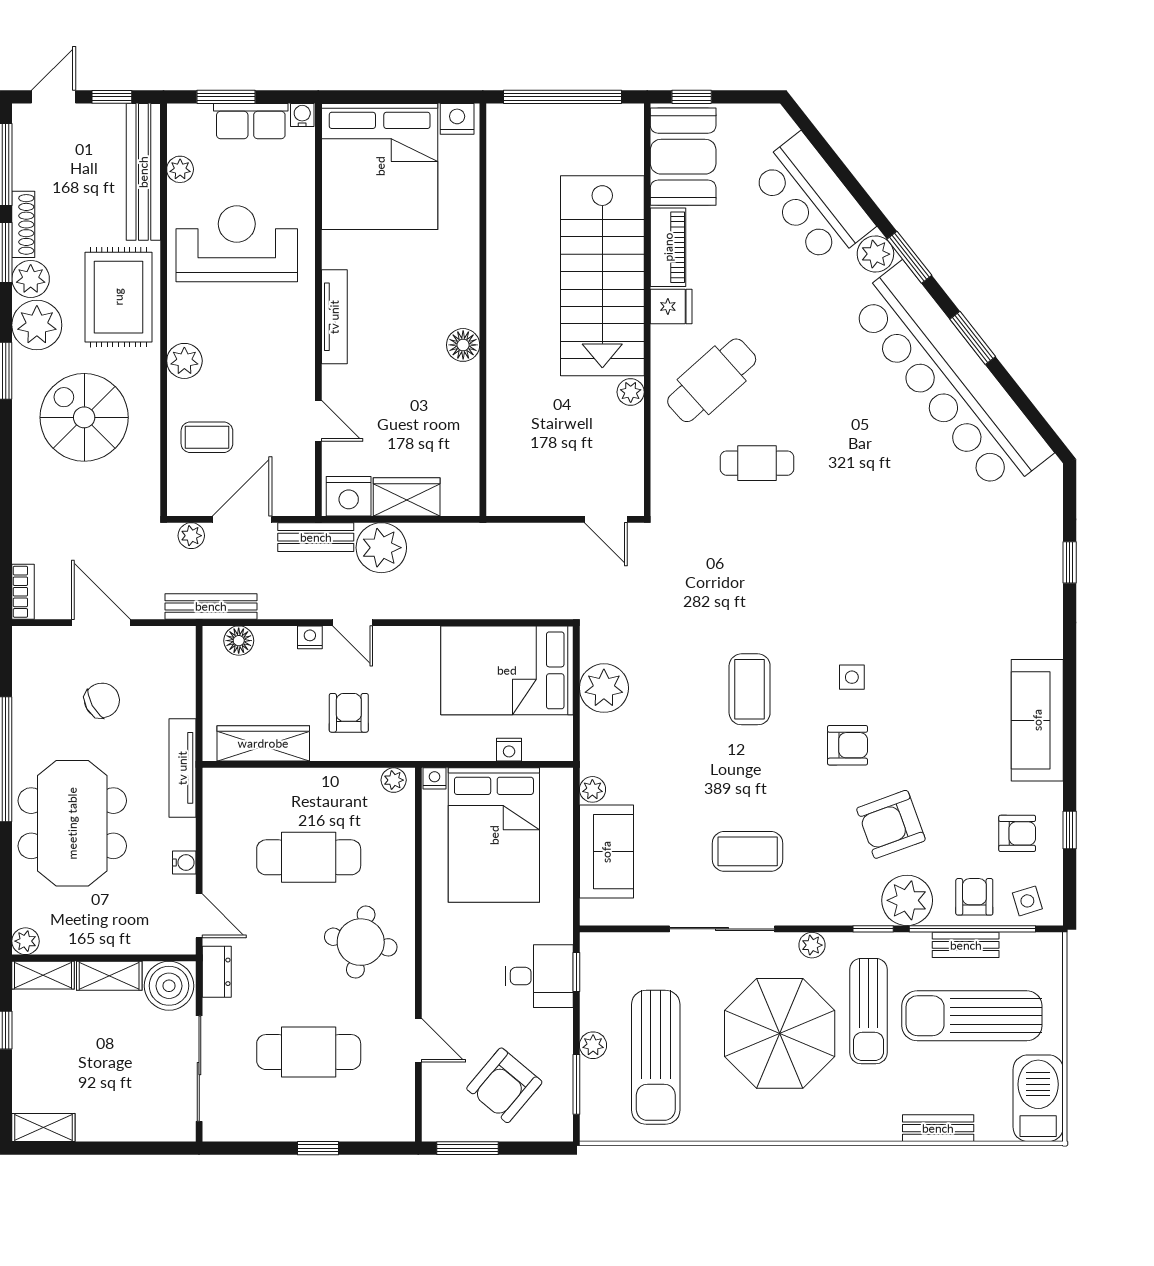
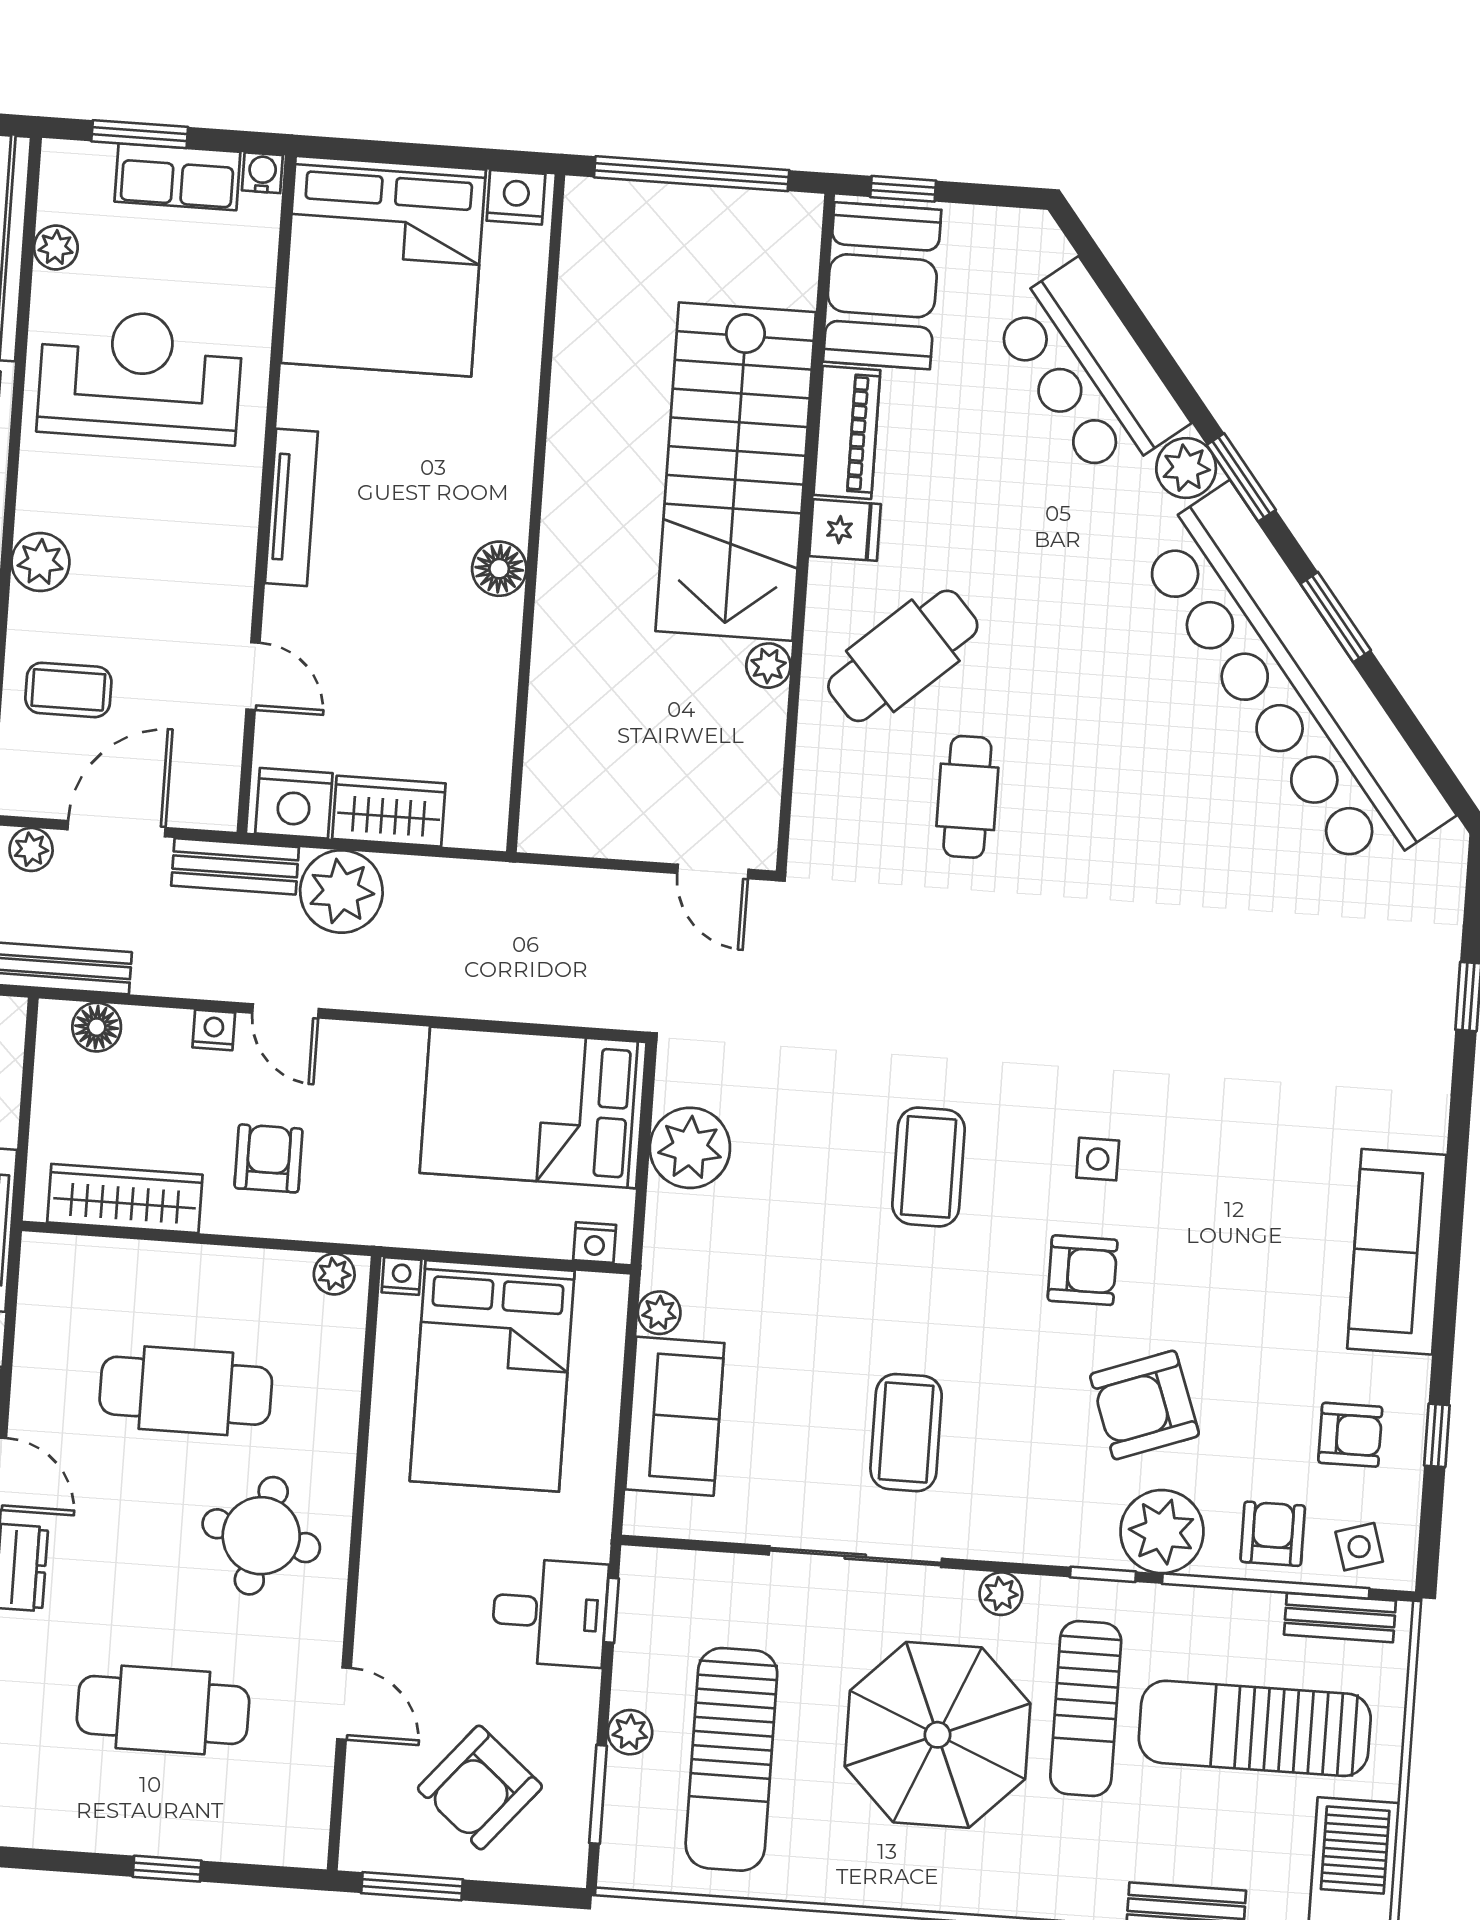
cafe table: (757, 463) -> (967, 797), turned 90
nightstand: (509, 750) -> (595, 1242), moved
coffee table: (748, 851) -> (906, 1433), turned 90
bench: (966, 945) -> (1340, 1618), moved

